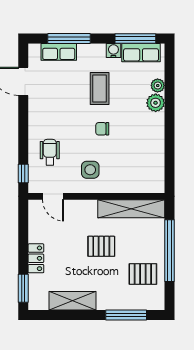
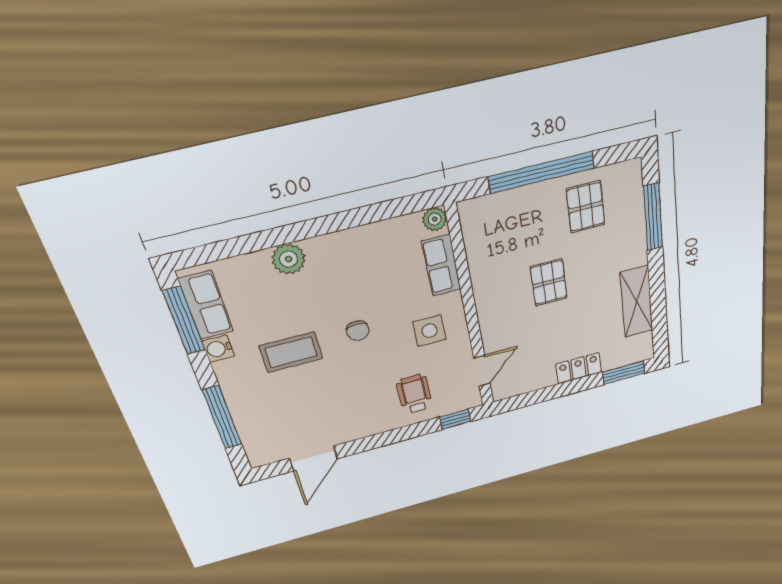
row of seats: (59, 52) -> (441, 265), moved, turned 180
plant: (158, 86) -> (435, 219), moved
wheelchair: (50, 152) -> (415, 394), turned 90
shelving: (131, 209) -> (481, 252), removed

